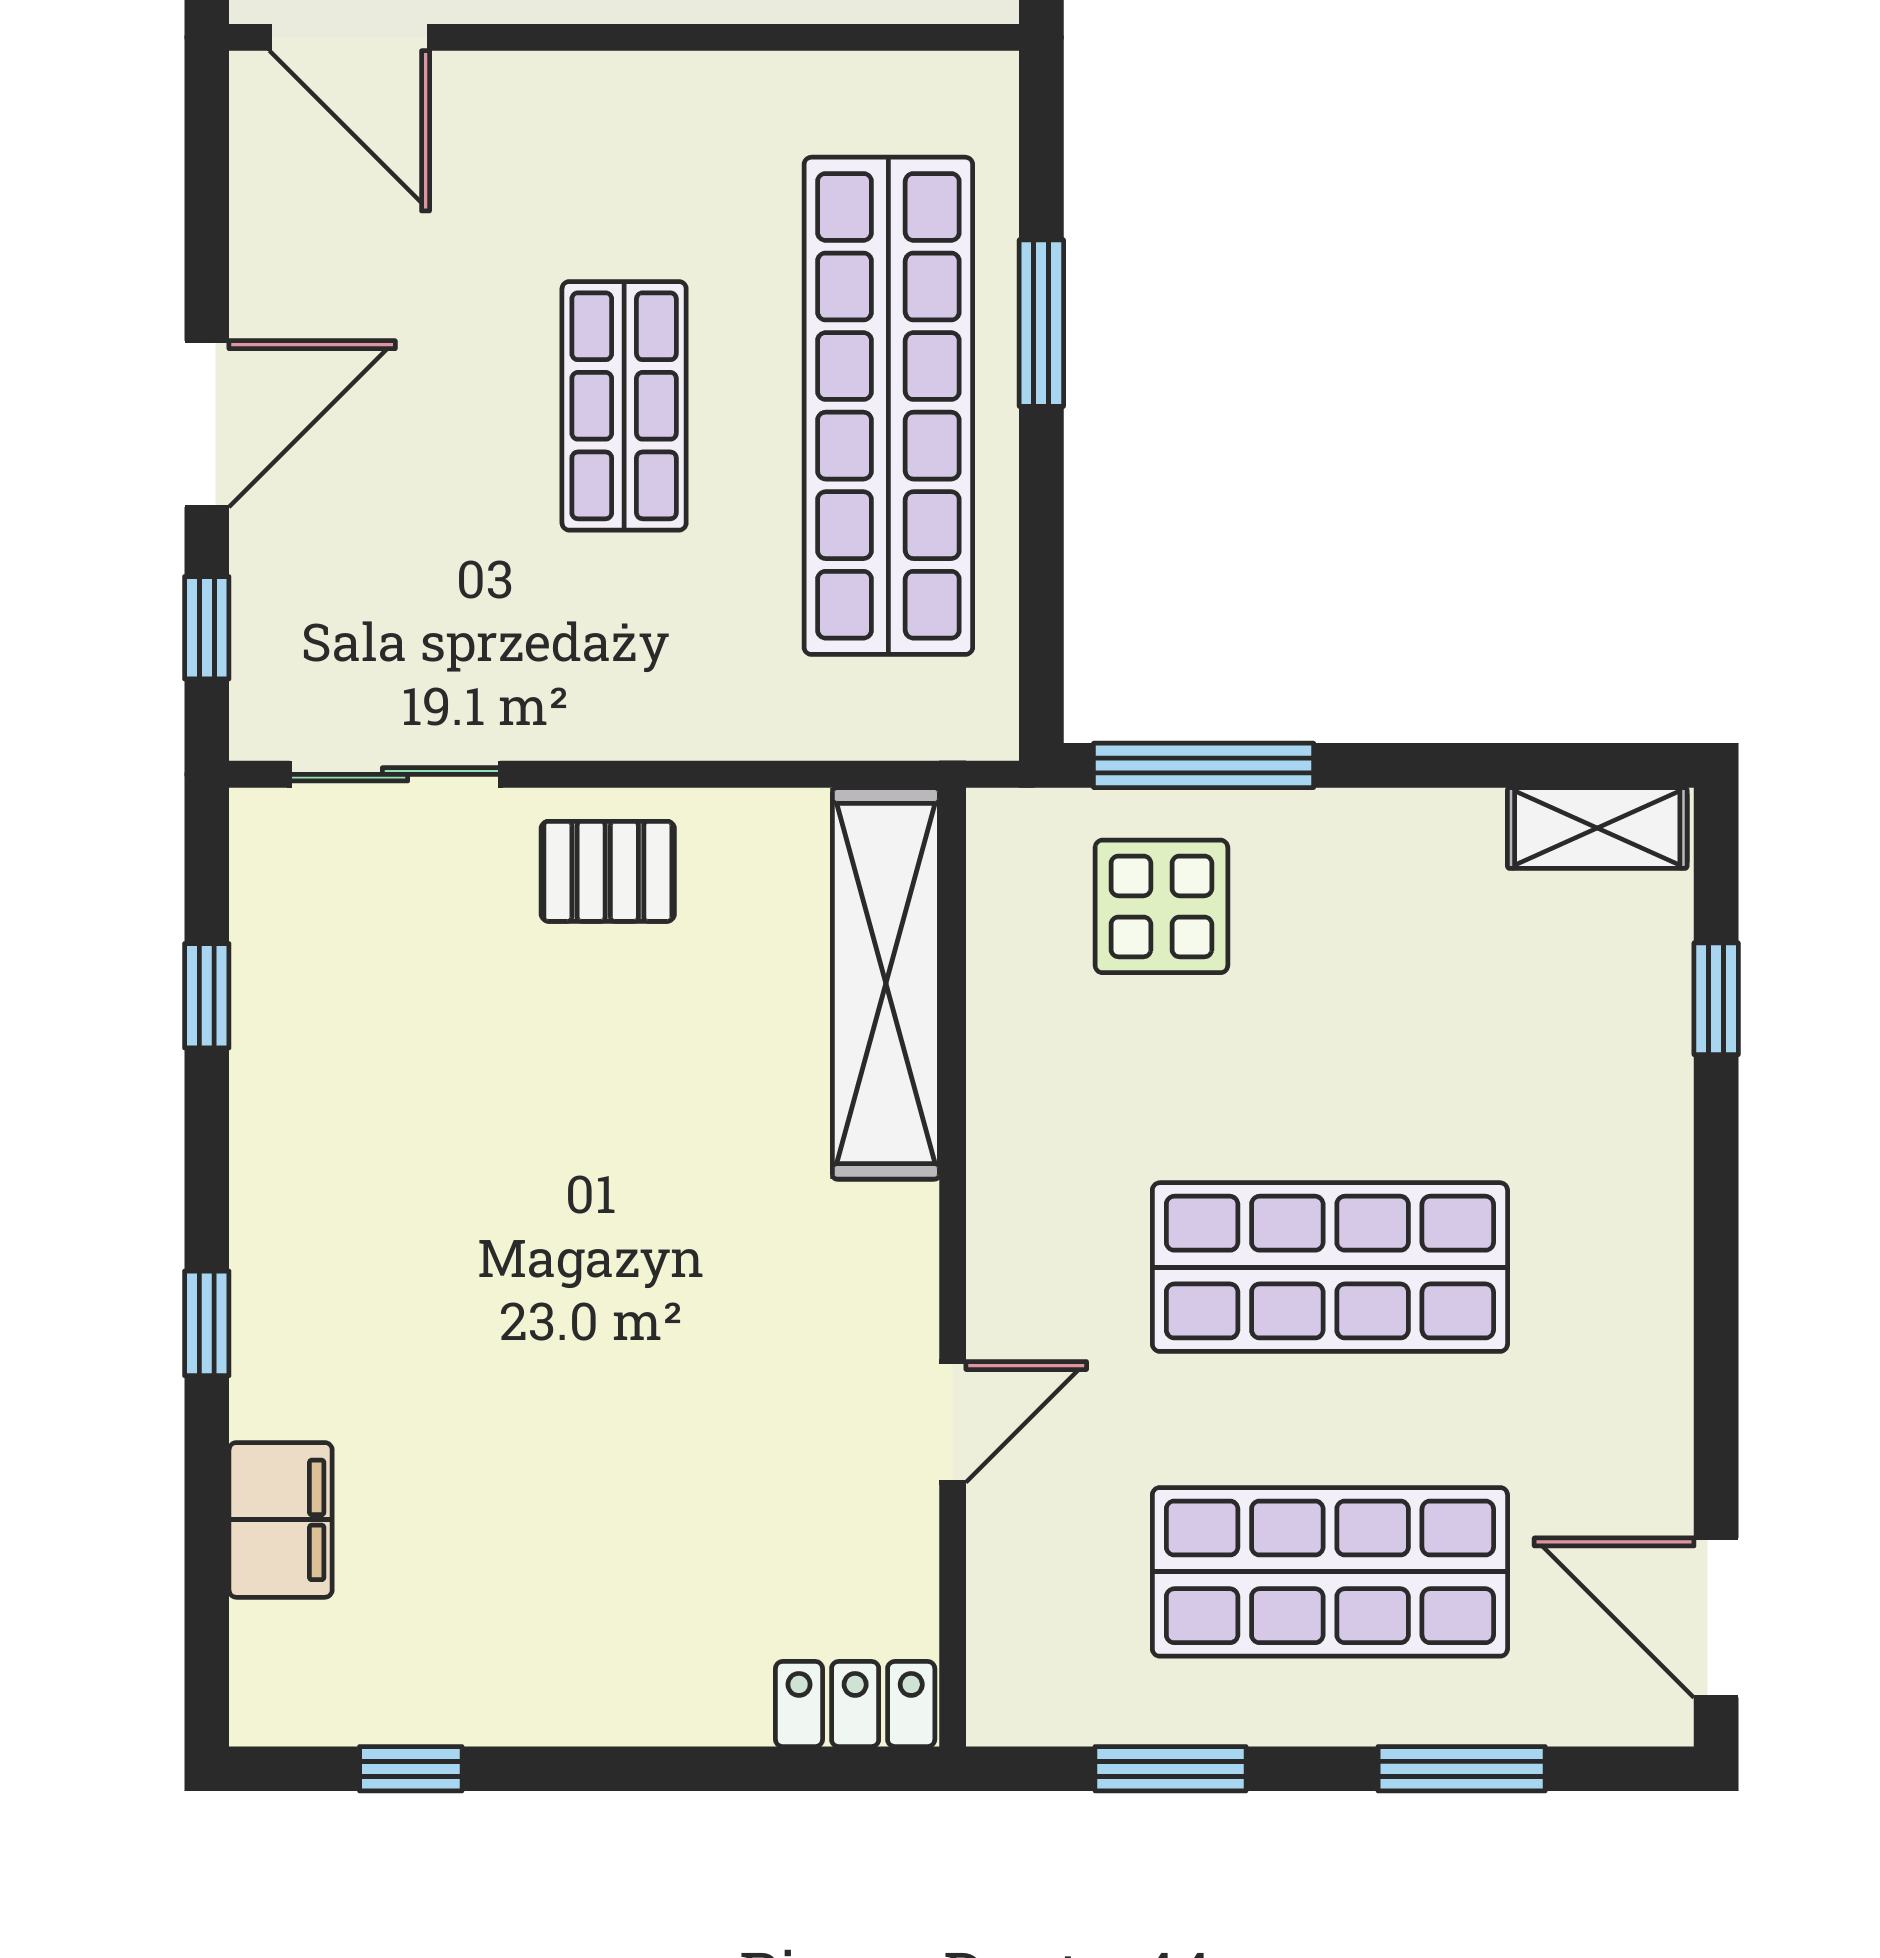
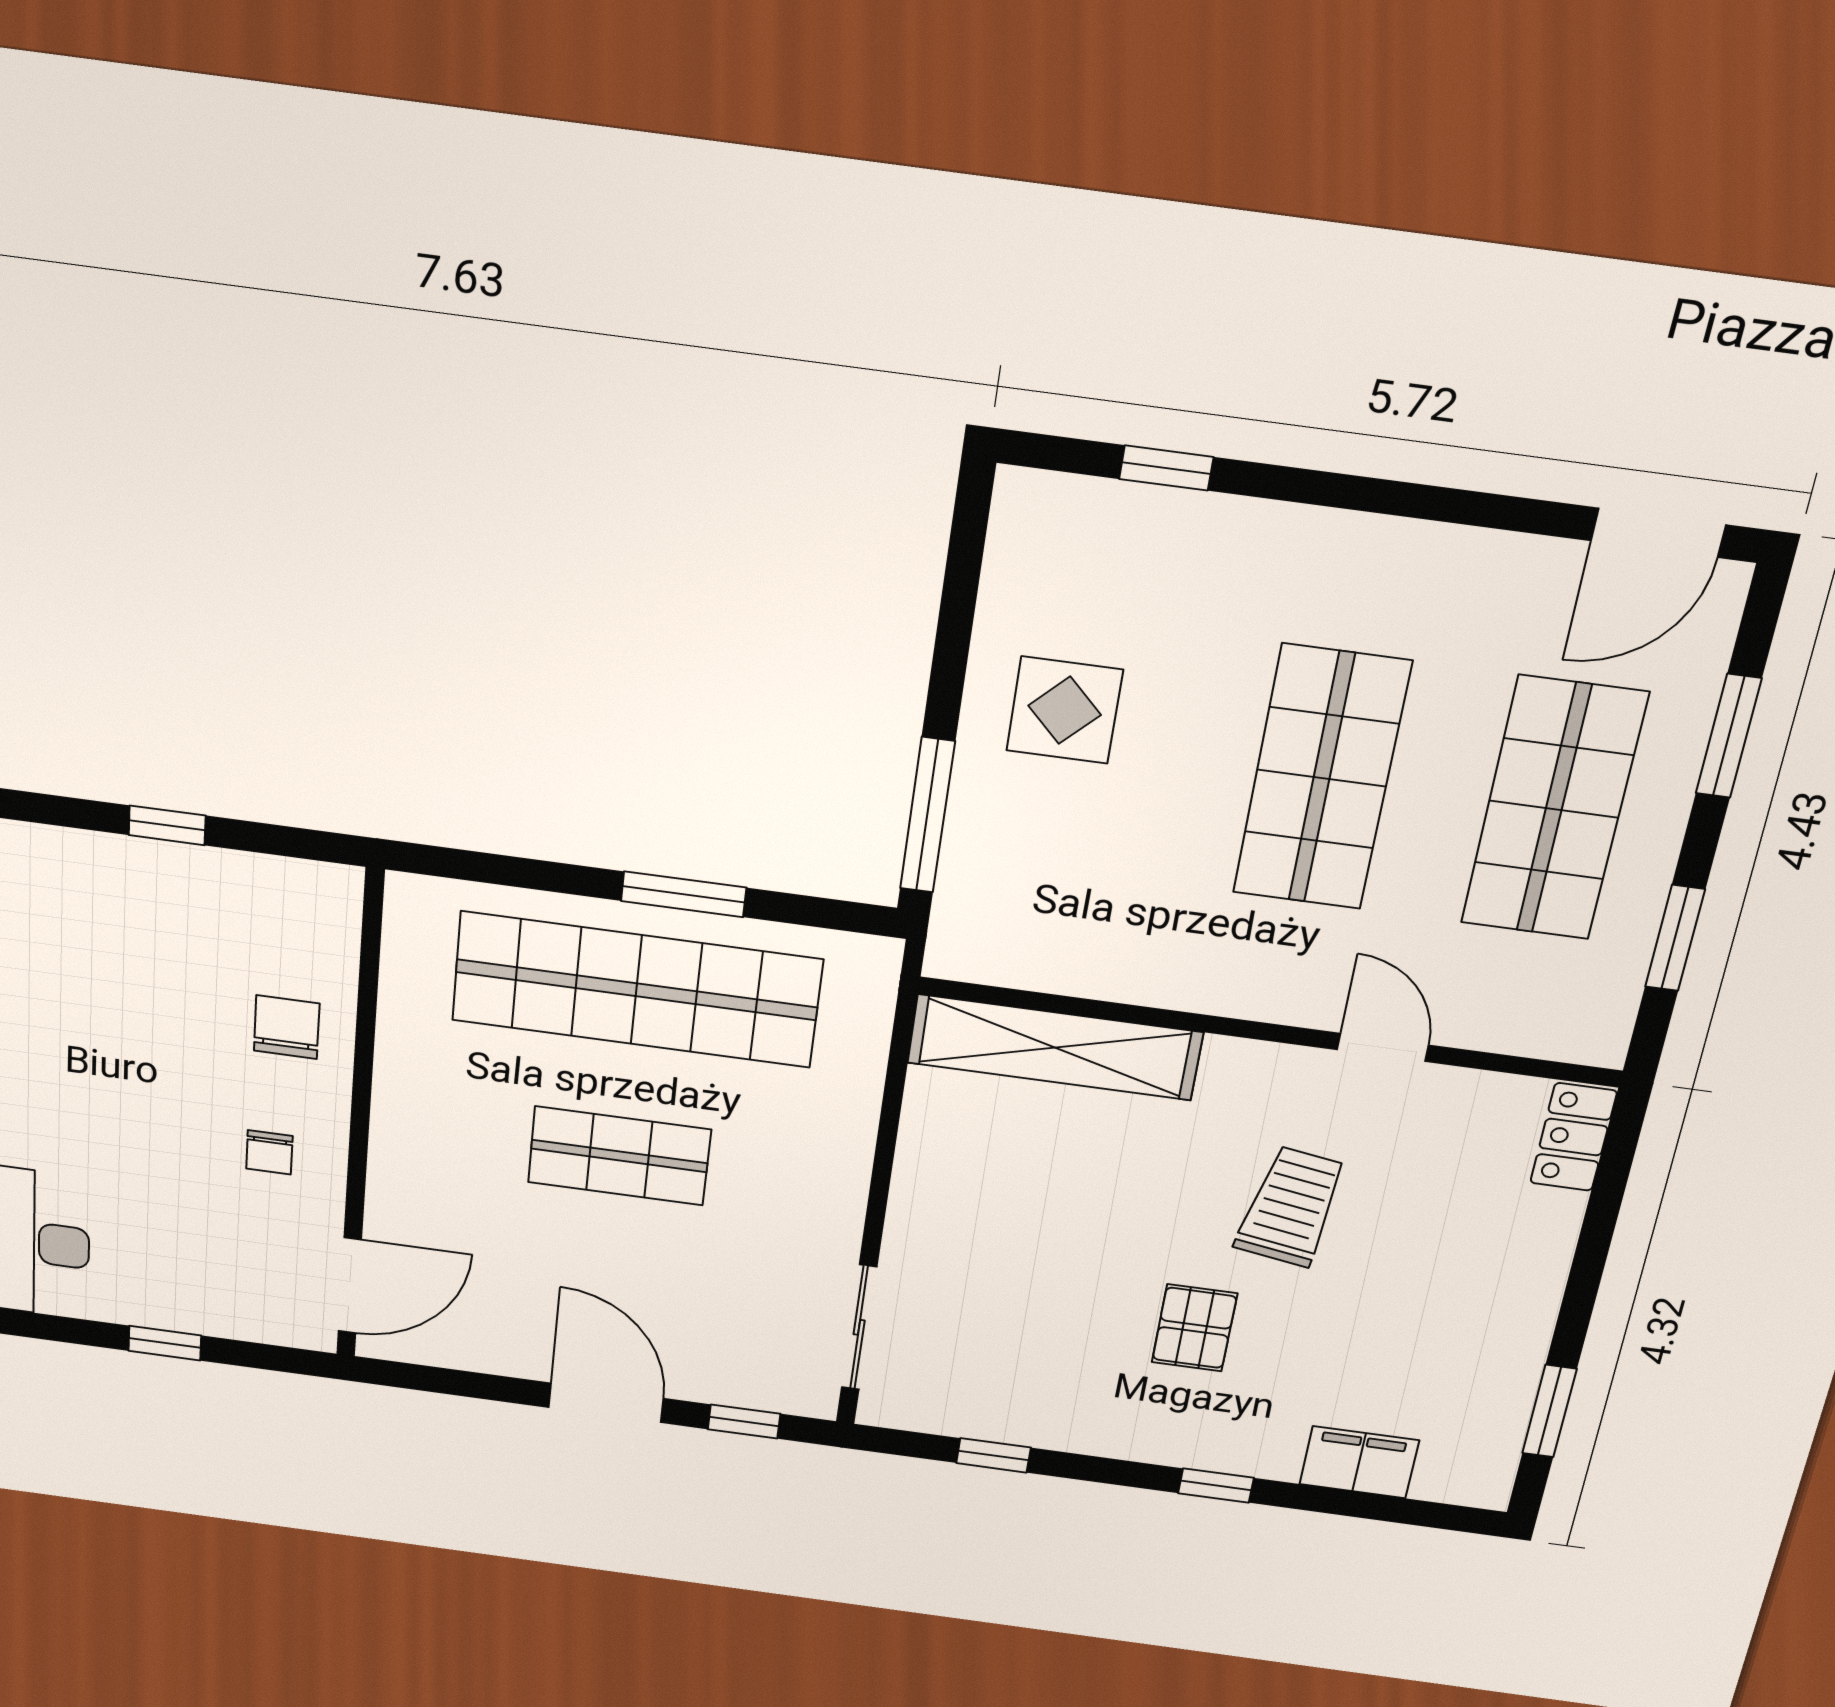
window: (1041, 323) -> (684, 894), moved
shelving: (1597, 828) -> (1017, 540), removed
pallet: (608, 871) -> (1194, 1328), moved
display table: (1161, 906) -> (1065, 710), moved
trolley: (687, 1346) -> (1291, 1207), added
window: (411, 1769) -> (1549, 1411), width x1.50

